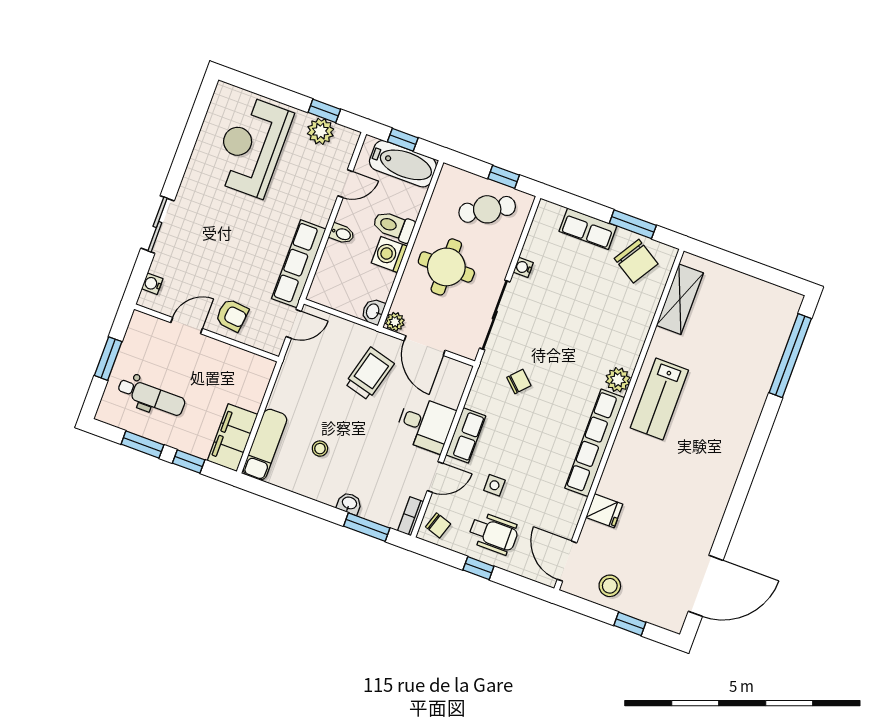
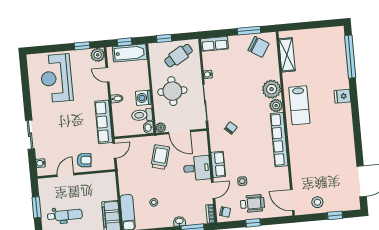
plant: (320, 131) -> (98, 55), moved
window: (504, 177) -> (164, 38), moved
door: (345, 184) -> (108, 75), swing flipped
toilet: (394, 226) -> (142, 115), moved
row of seats: (588, 229) -> (214, 44), moved
plant: (624, 347) -> (272, 89), added
fridge: (604, 511) -> (342, 96), moved, turned 180

